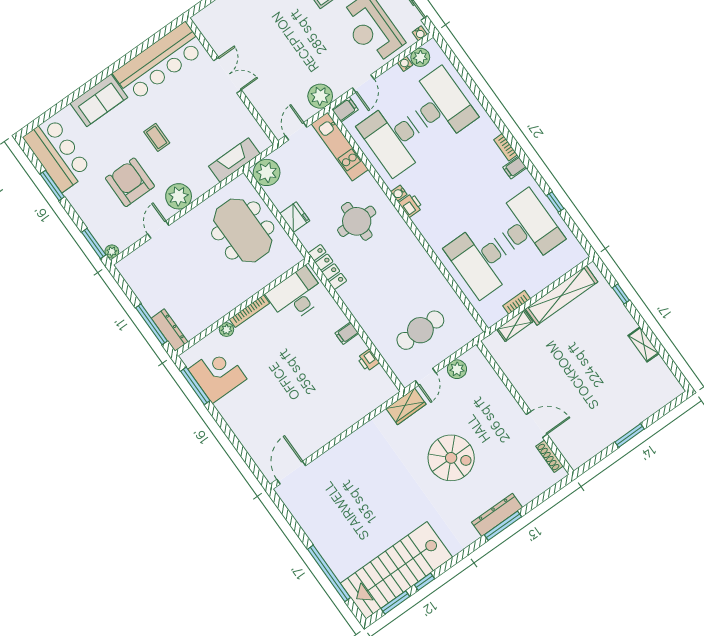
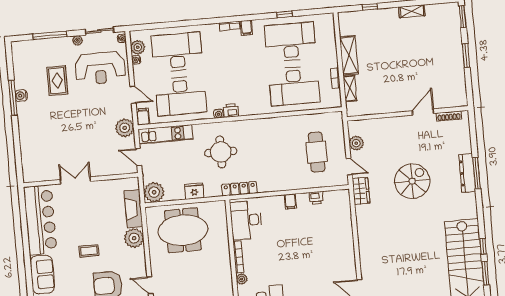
plant: (179, 196) -> (134, 238), moved
shelving: (562, 295) -> (349, 55), width x0.68
window: (671, 406) -> (463, 17), added

